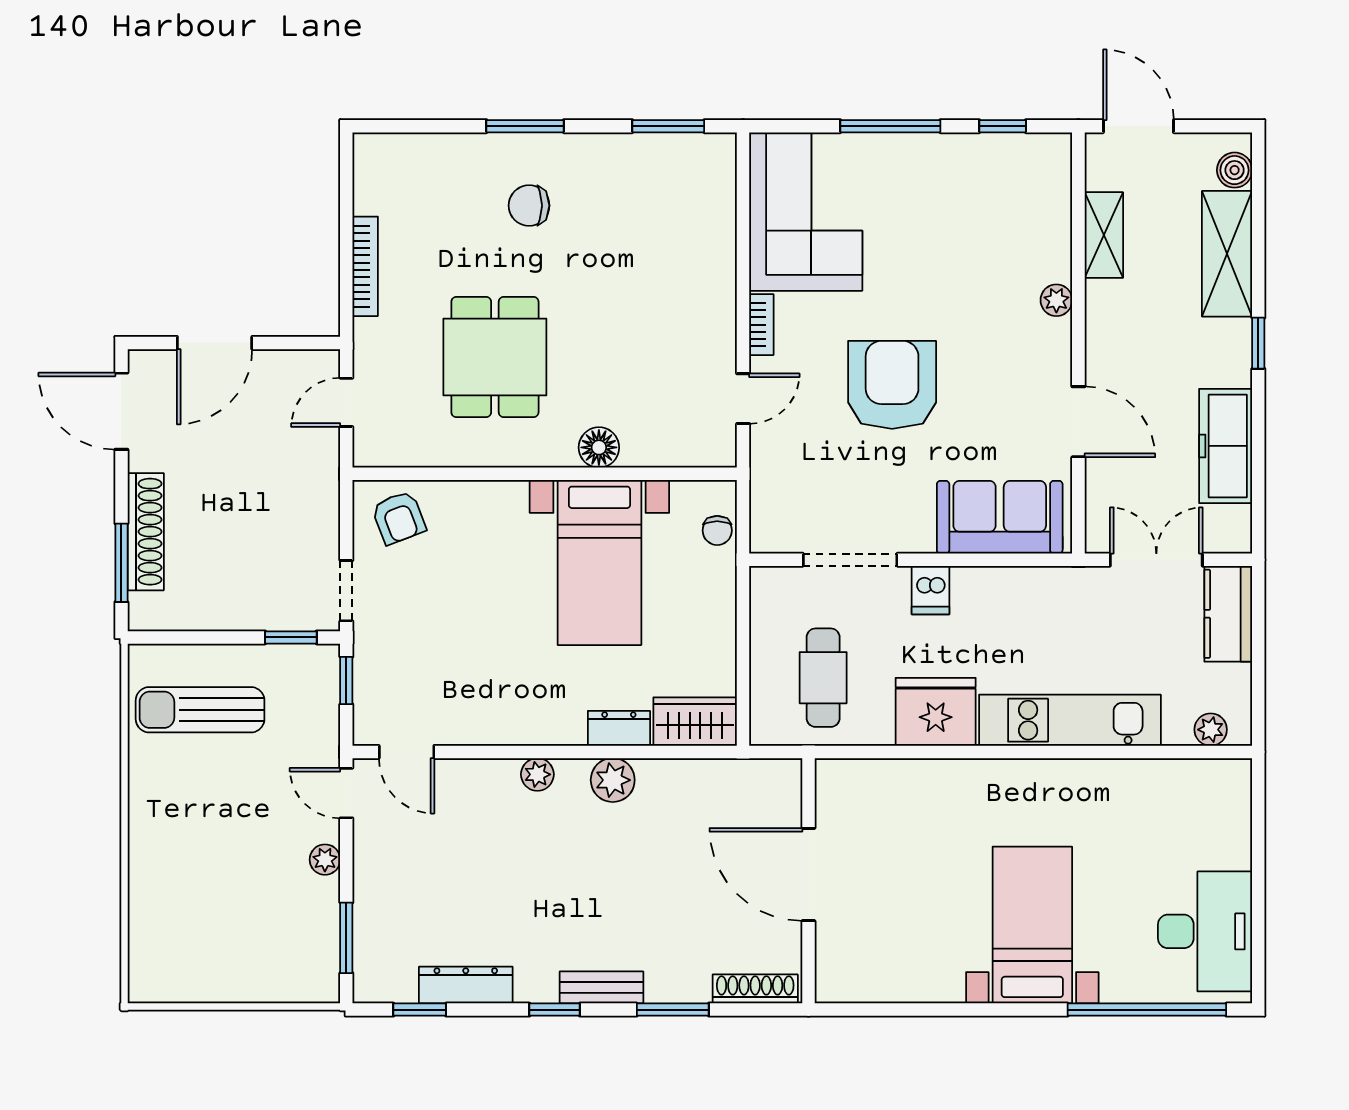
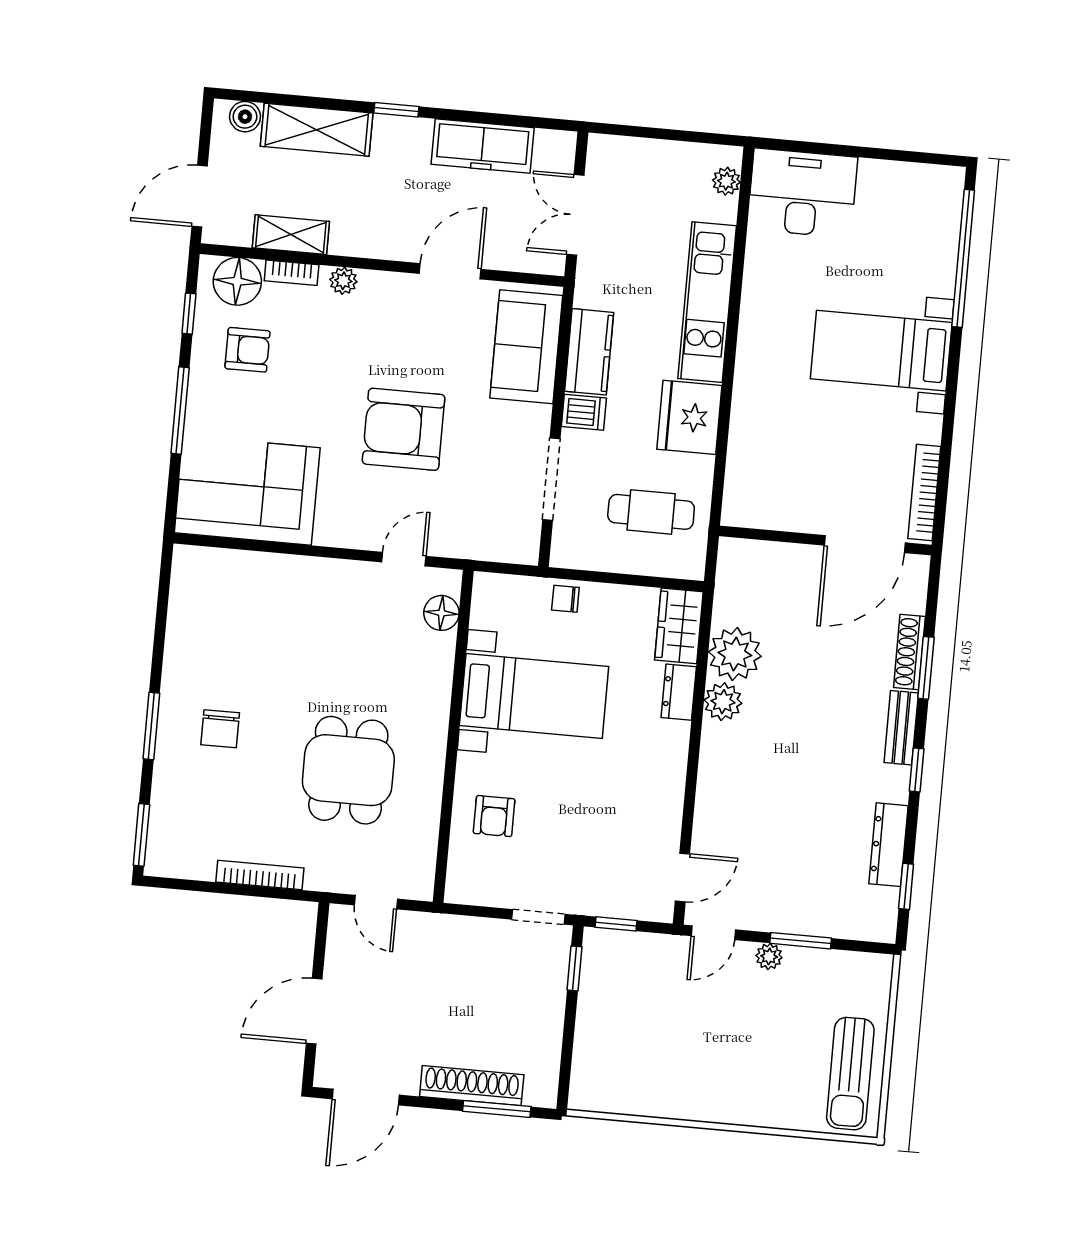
window: (668, 126) -> (141, 835), moved
floor lamp: (1045, 178) -> (237, 281), added
armchair: (967, 197) -> (247, 350), added
bookcase: (761, 325) -> (292, 273), moved, turned 180
door: (215, 343) -> (314, 1011), swing flipped
dining table: (495, 357) -> (348, 770), turned 90
door: (743, 399) -> (404, 559), hinge flipped
floor lamp: (599, 447) -> (441, 613), moved
armchair: (399, 518) -> (494, 816), moved, turned 111
chair: (717, 530) -> (565, 599), moved, turned 180
kitchen counter: (1228, 614) -> (589, 352), moved, turned -90
sun lounger: (200, 710) -> (850, 1074), moved
plant: (537, 774) -> (735, 654), moved, width x1.88, depth x1.88
door: (808, 874) -> (865, 544), moved
desk: (1205, 931) -> (802, 193), moved
window: (346, 938) -> (801, 941), moved
shoe rack: (755, 989) -> (909, 652), moved
bookcase: (874, 989) -> (924, 493), added

